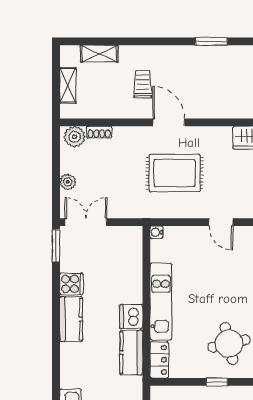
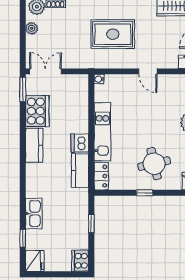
plant: (68, 182) -> (32, 28), moved
cooker: (71, 284) -> (37, 111), width x1.87, depth x1.31

